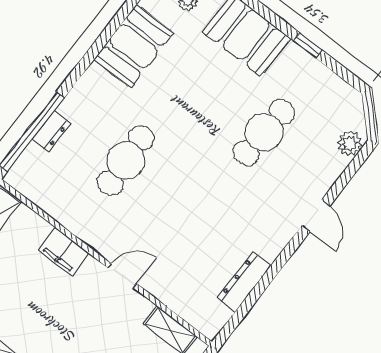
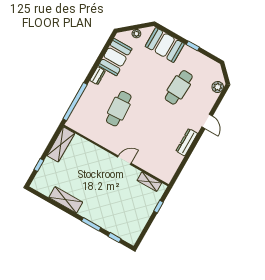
dresser: (51, 131) -> (98, 76), moved
filing cabinet: (64, 252) -> (97, 153), removed
dresser: (244, 282) -> (187, 142), moved

